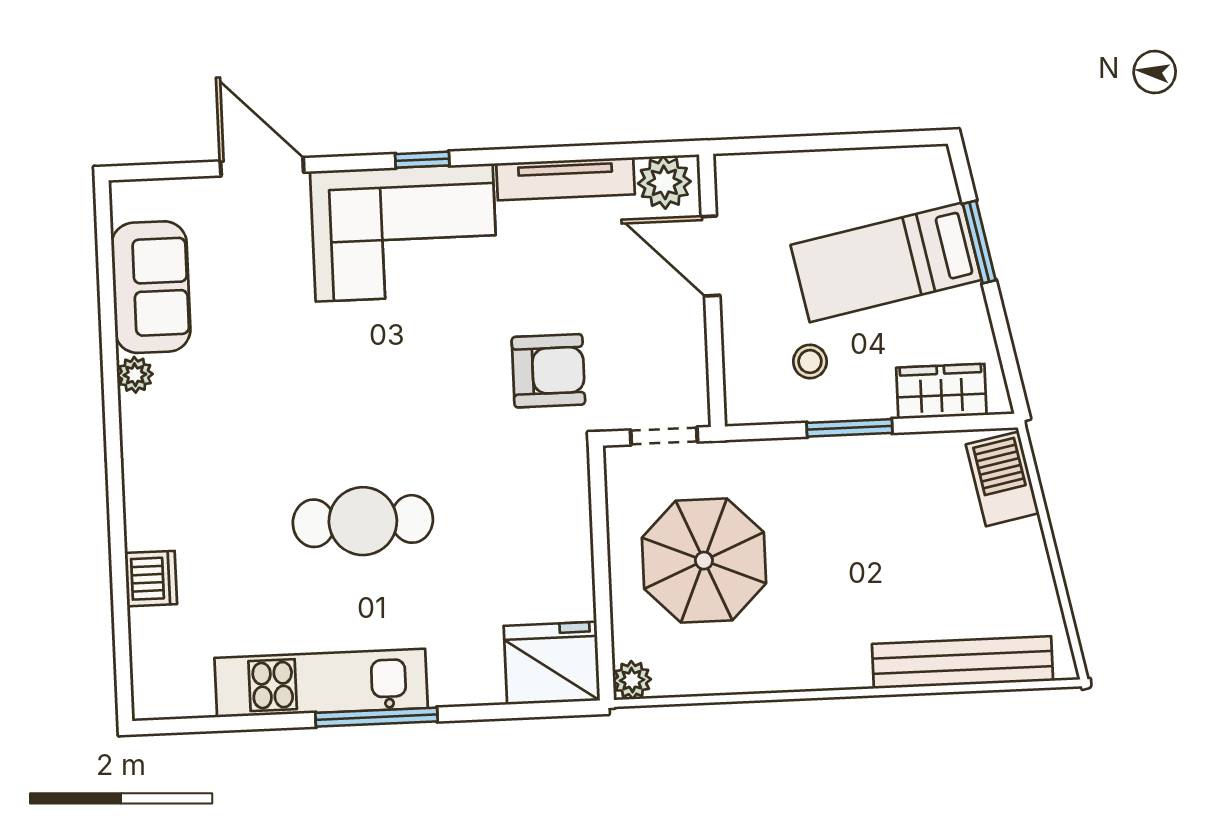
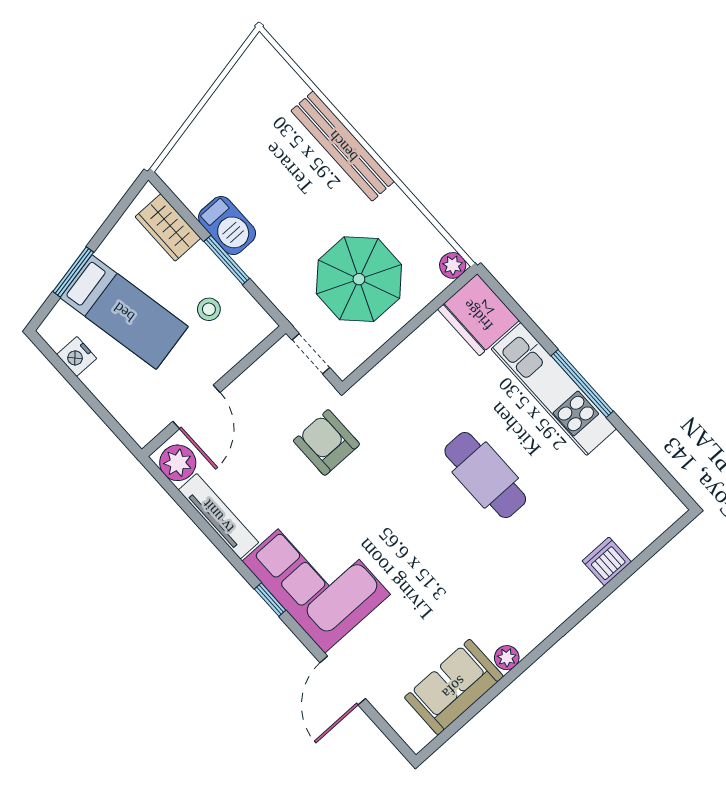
nightstand: (880, 167) -> (77, 356), added
barbecue: (1002, 479) -> (227, 226), moved, turned -79
bench: (963, 662) -> (343, 146), moved
kitchen unit: (321, 683) -> (554, 389), moved

